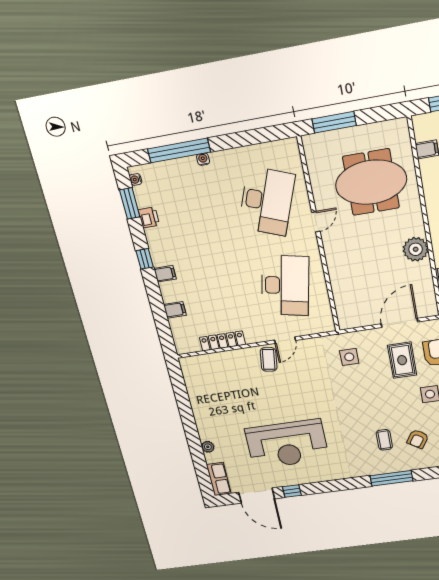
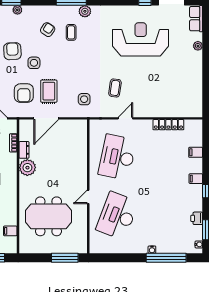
dresser: (425, 274) -> (24, 150), added
coffee table: (269, 359) -> (115, 88), moved
plant: (370, 468) -> (85, 11), added

